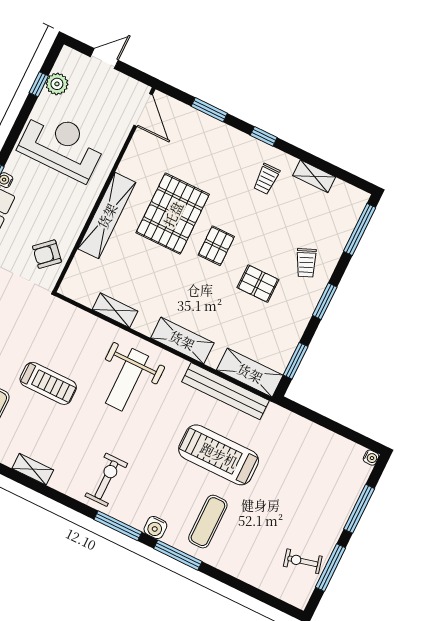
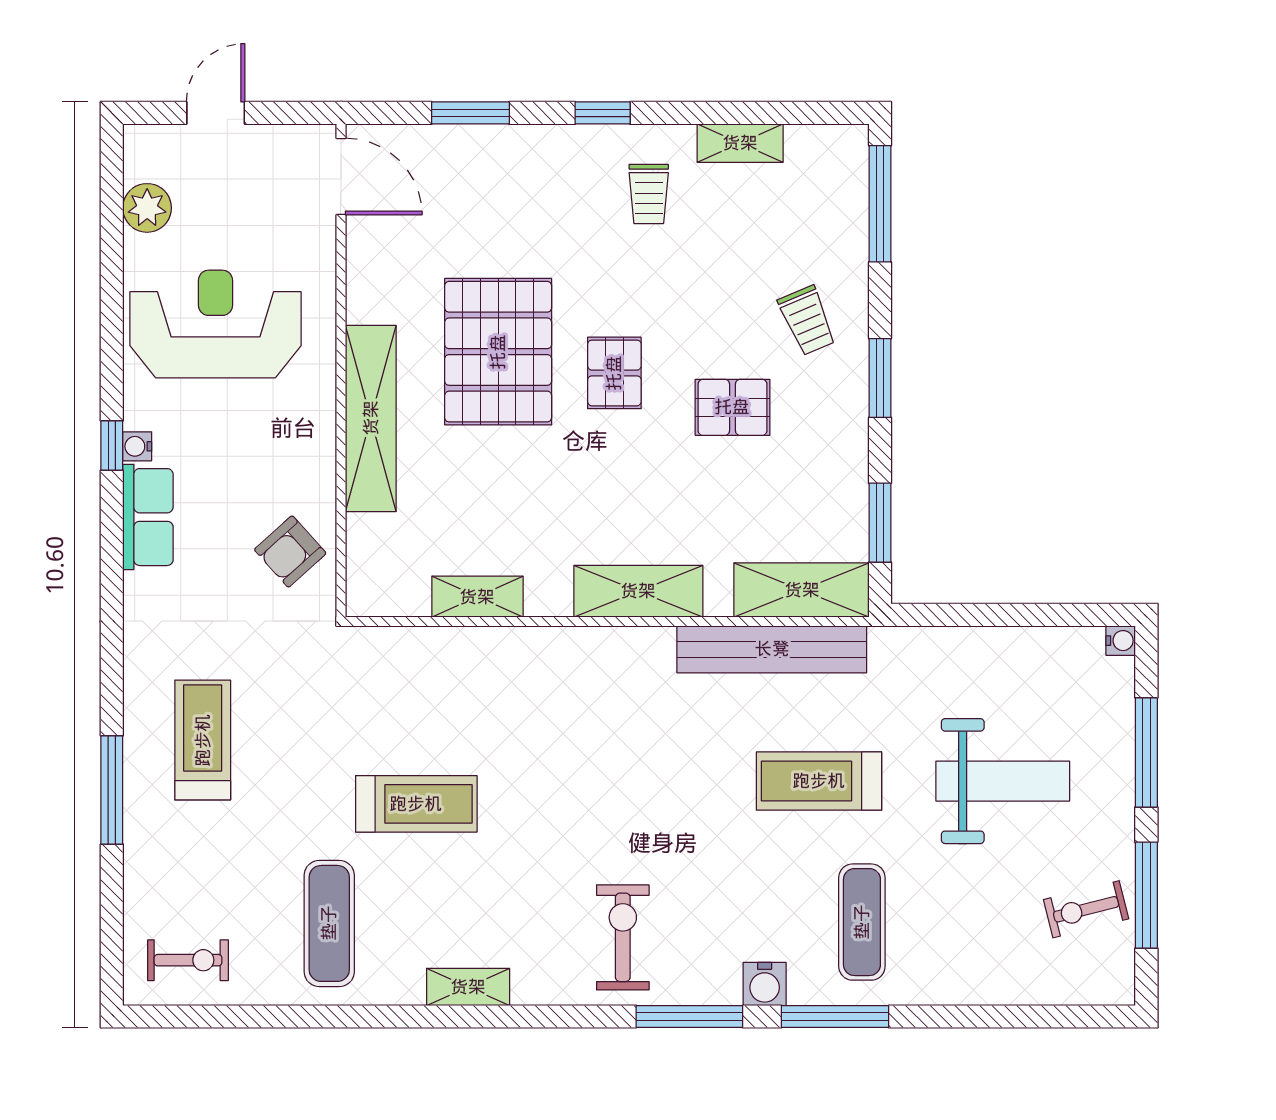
window: (39, 84) -> (112, 226), removed
weight bench: (127, 380) -> (1003, 781), moved, turned -90
treadmill: (219, 455) -> (819, 781), width x0.73, depth x0.73

